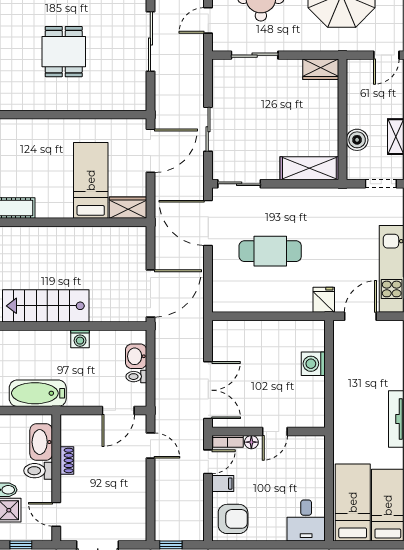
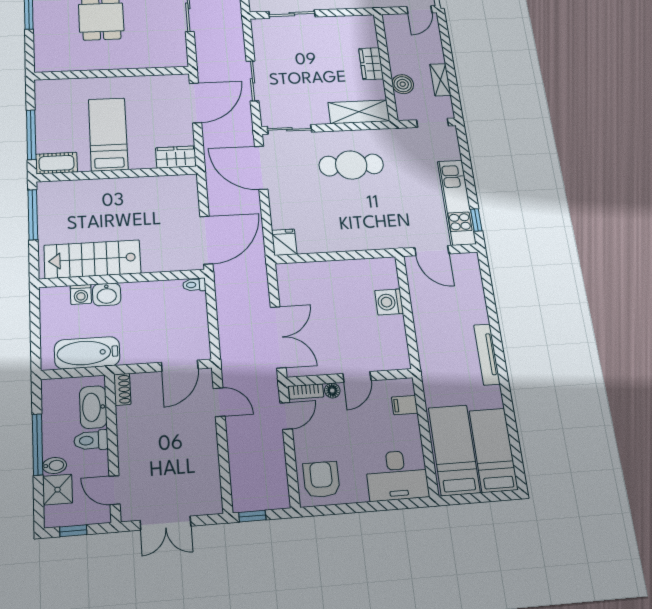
wardrobe: (321, 69) -> (371, 64), moved, turned 90
bed: (91, 180) -> (108, 134), moved
cafe table: (270, 251) -> (351, 165), moved
fridge: (324, 300) -> (284, 242), moved
door: (360, 316) -> (432, 251), swing flipped
washing machine: (80, 339) -> (81, 294), moved
washbasin: (136, 356) -> (107, 294), moved, turned -90
toilet: (136, 377) -> (194, 285), moved
shoe rack: (67, 460) -> (122, 389), moved
filing cabinet: (223, 484) -> (405, 405), moved, turned 180
armchair: (233, 519) -> (321, 480), turned -90
desk: (306, 520) -> (397, 475), width x1.37

